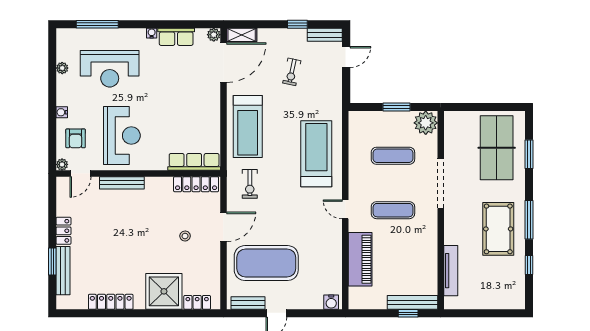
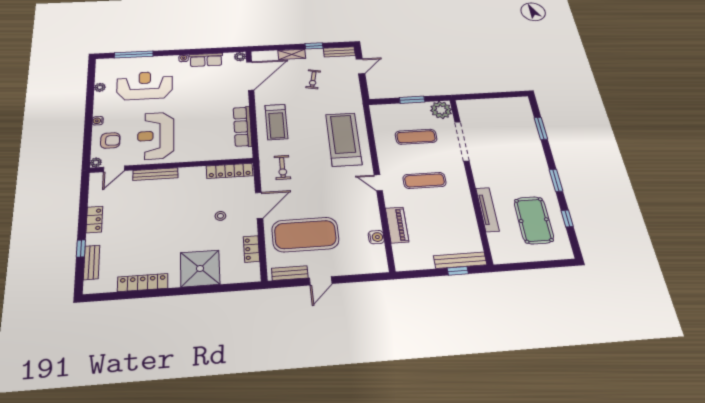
shelving: (242, 35) -> (292, 54), moved
reception desk: (110, 69) -> (145, 86), turned 180
treadmill: (248, 127) -> (276, 122), width x0.73, depth x0.73
reception desk: (122, 136) -> (156, 136), turned 180
armchair: (76, 138) -> (110, 141), turned -90
table tennis table: (497, 148) -> (510, 125), removed
row of seats: (194, 162) -> (243, 126), moved, turned -90
doorway: (441, 183) -> (462, 141), moved
window: (529, 220) -> (556, 180), width x0.69
pool table: (498, 229) -> (534, 220), moved
piano: (360, 259) -> (397, 225), width x0.73, depth x0.75
window: (52, 262) -> (81, 248), width x0.67
bench: (63, 271) -> (92, 262), width x0.73
tv unit: (451, 271) -> (487, 210), moved
locker: (197, 302) -> (251, 249), moved, turned -90
water cooler: (331, 302) -> (376, 237), moved, turned -90

